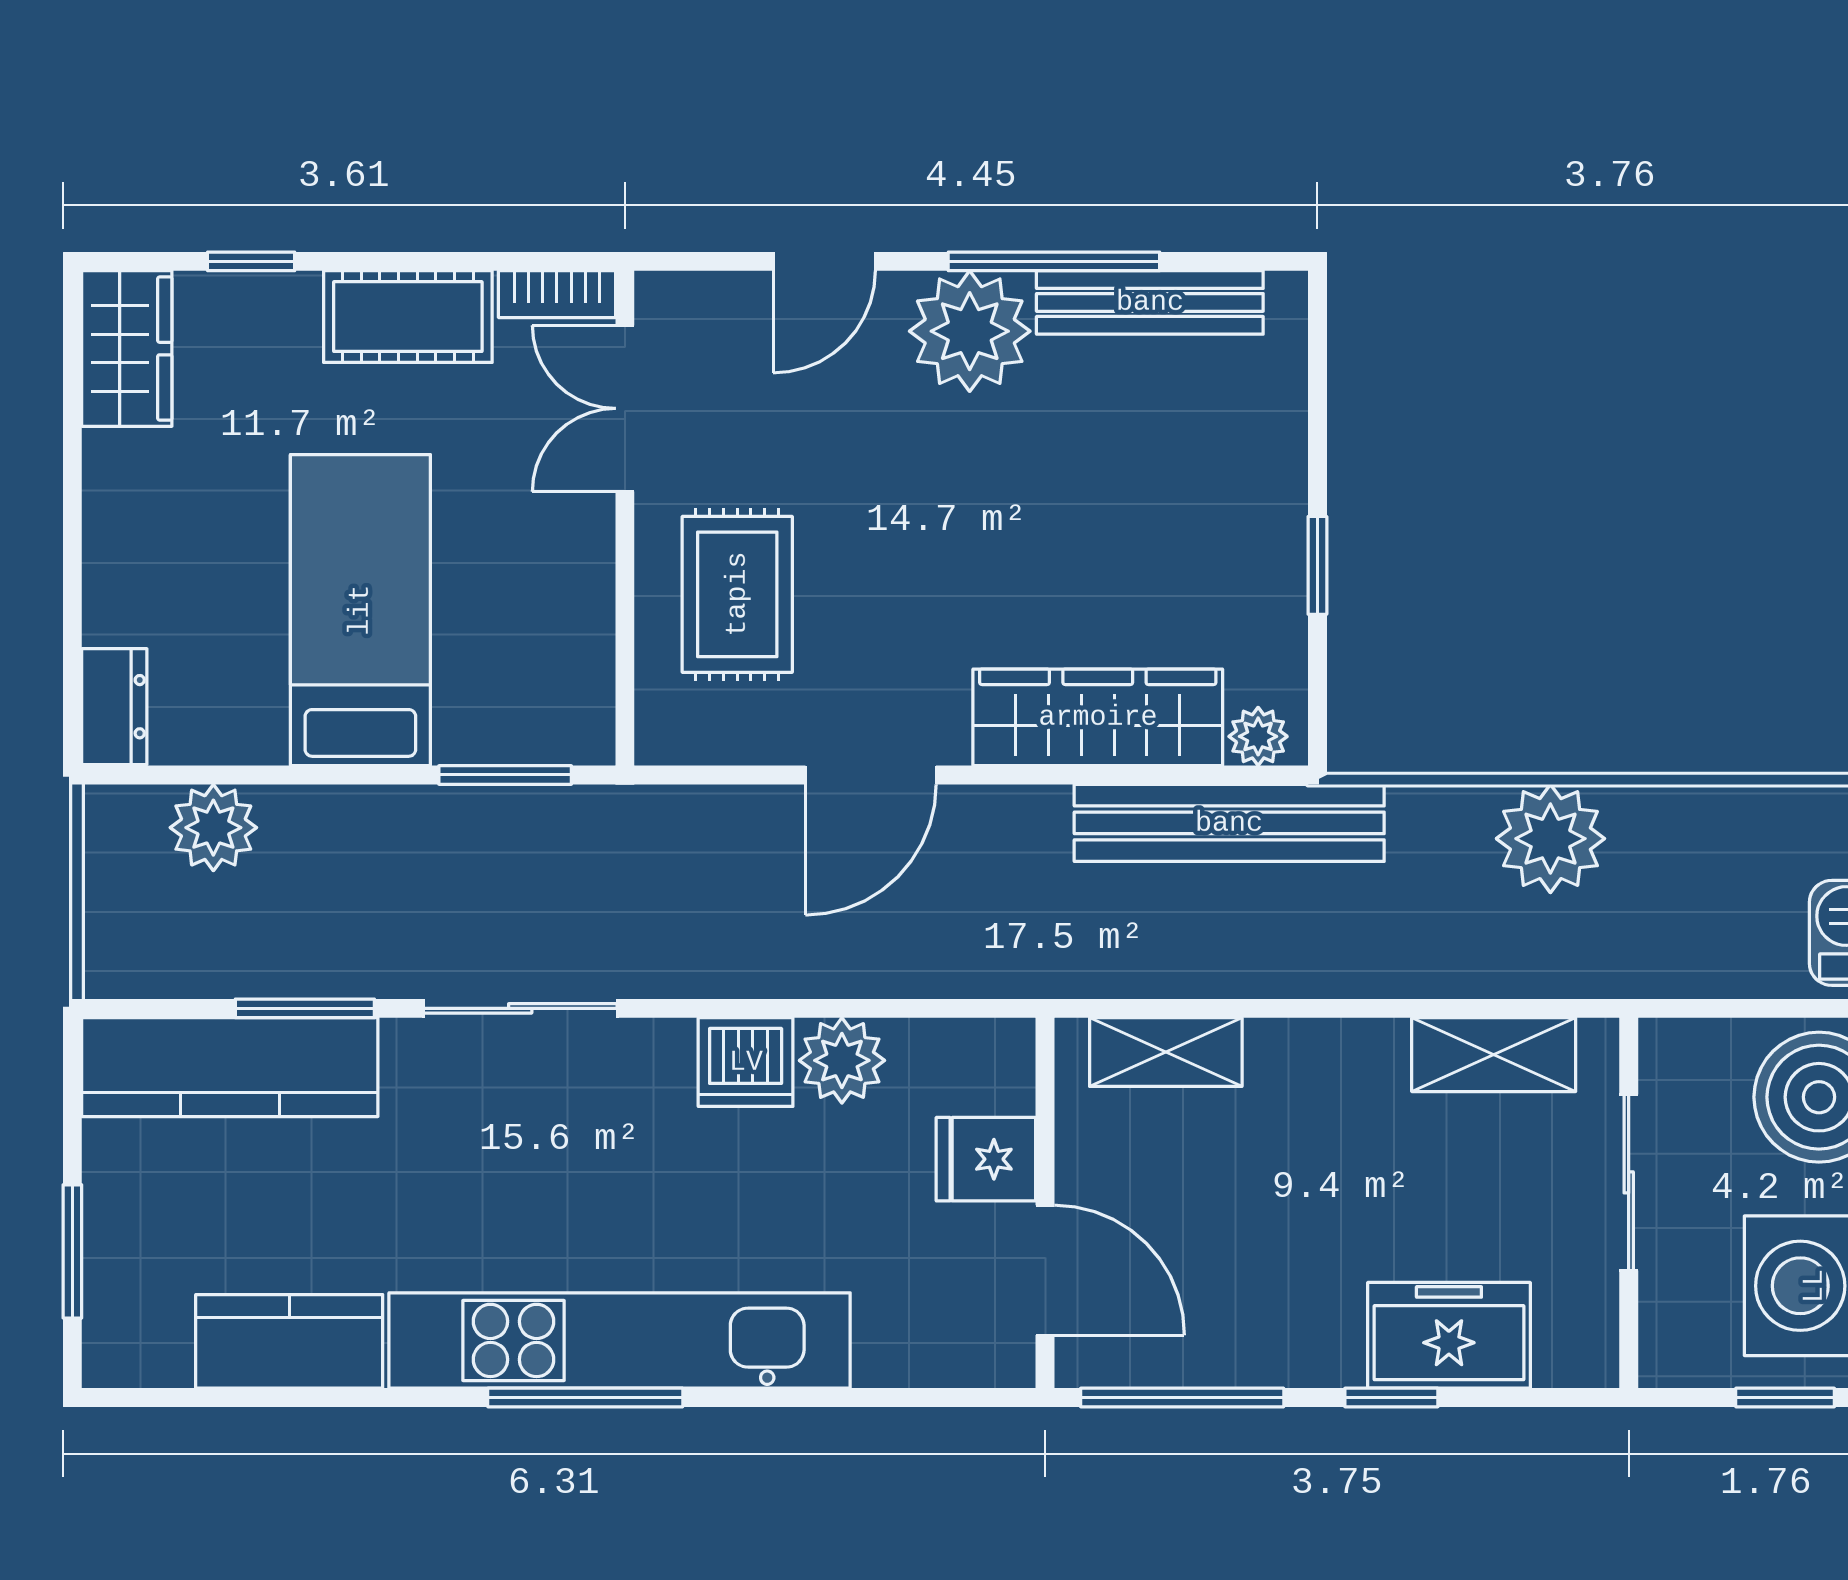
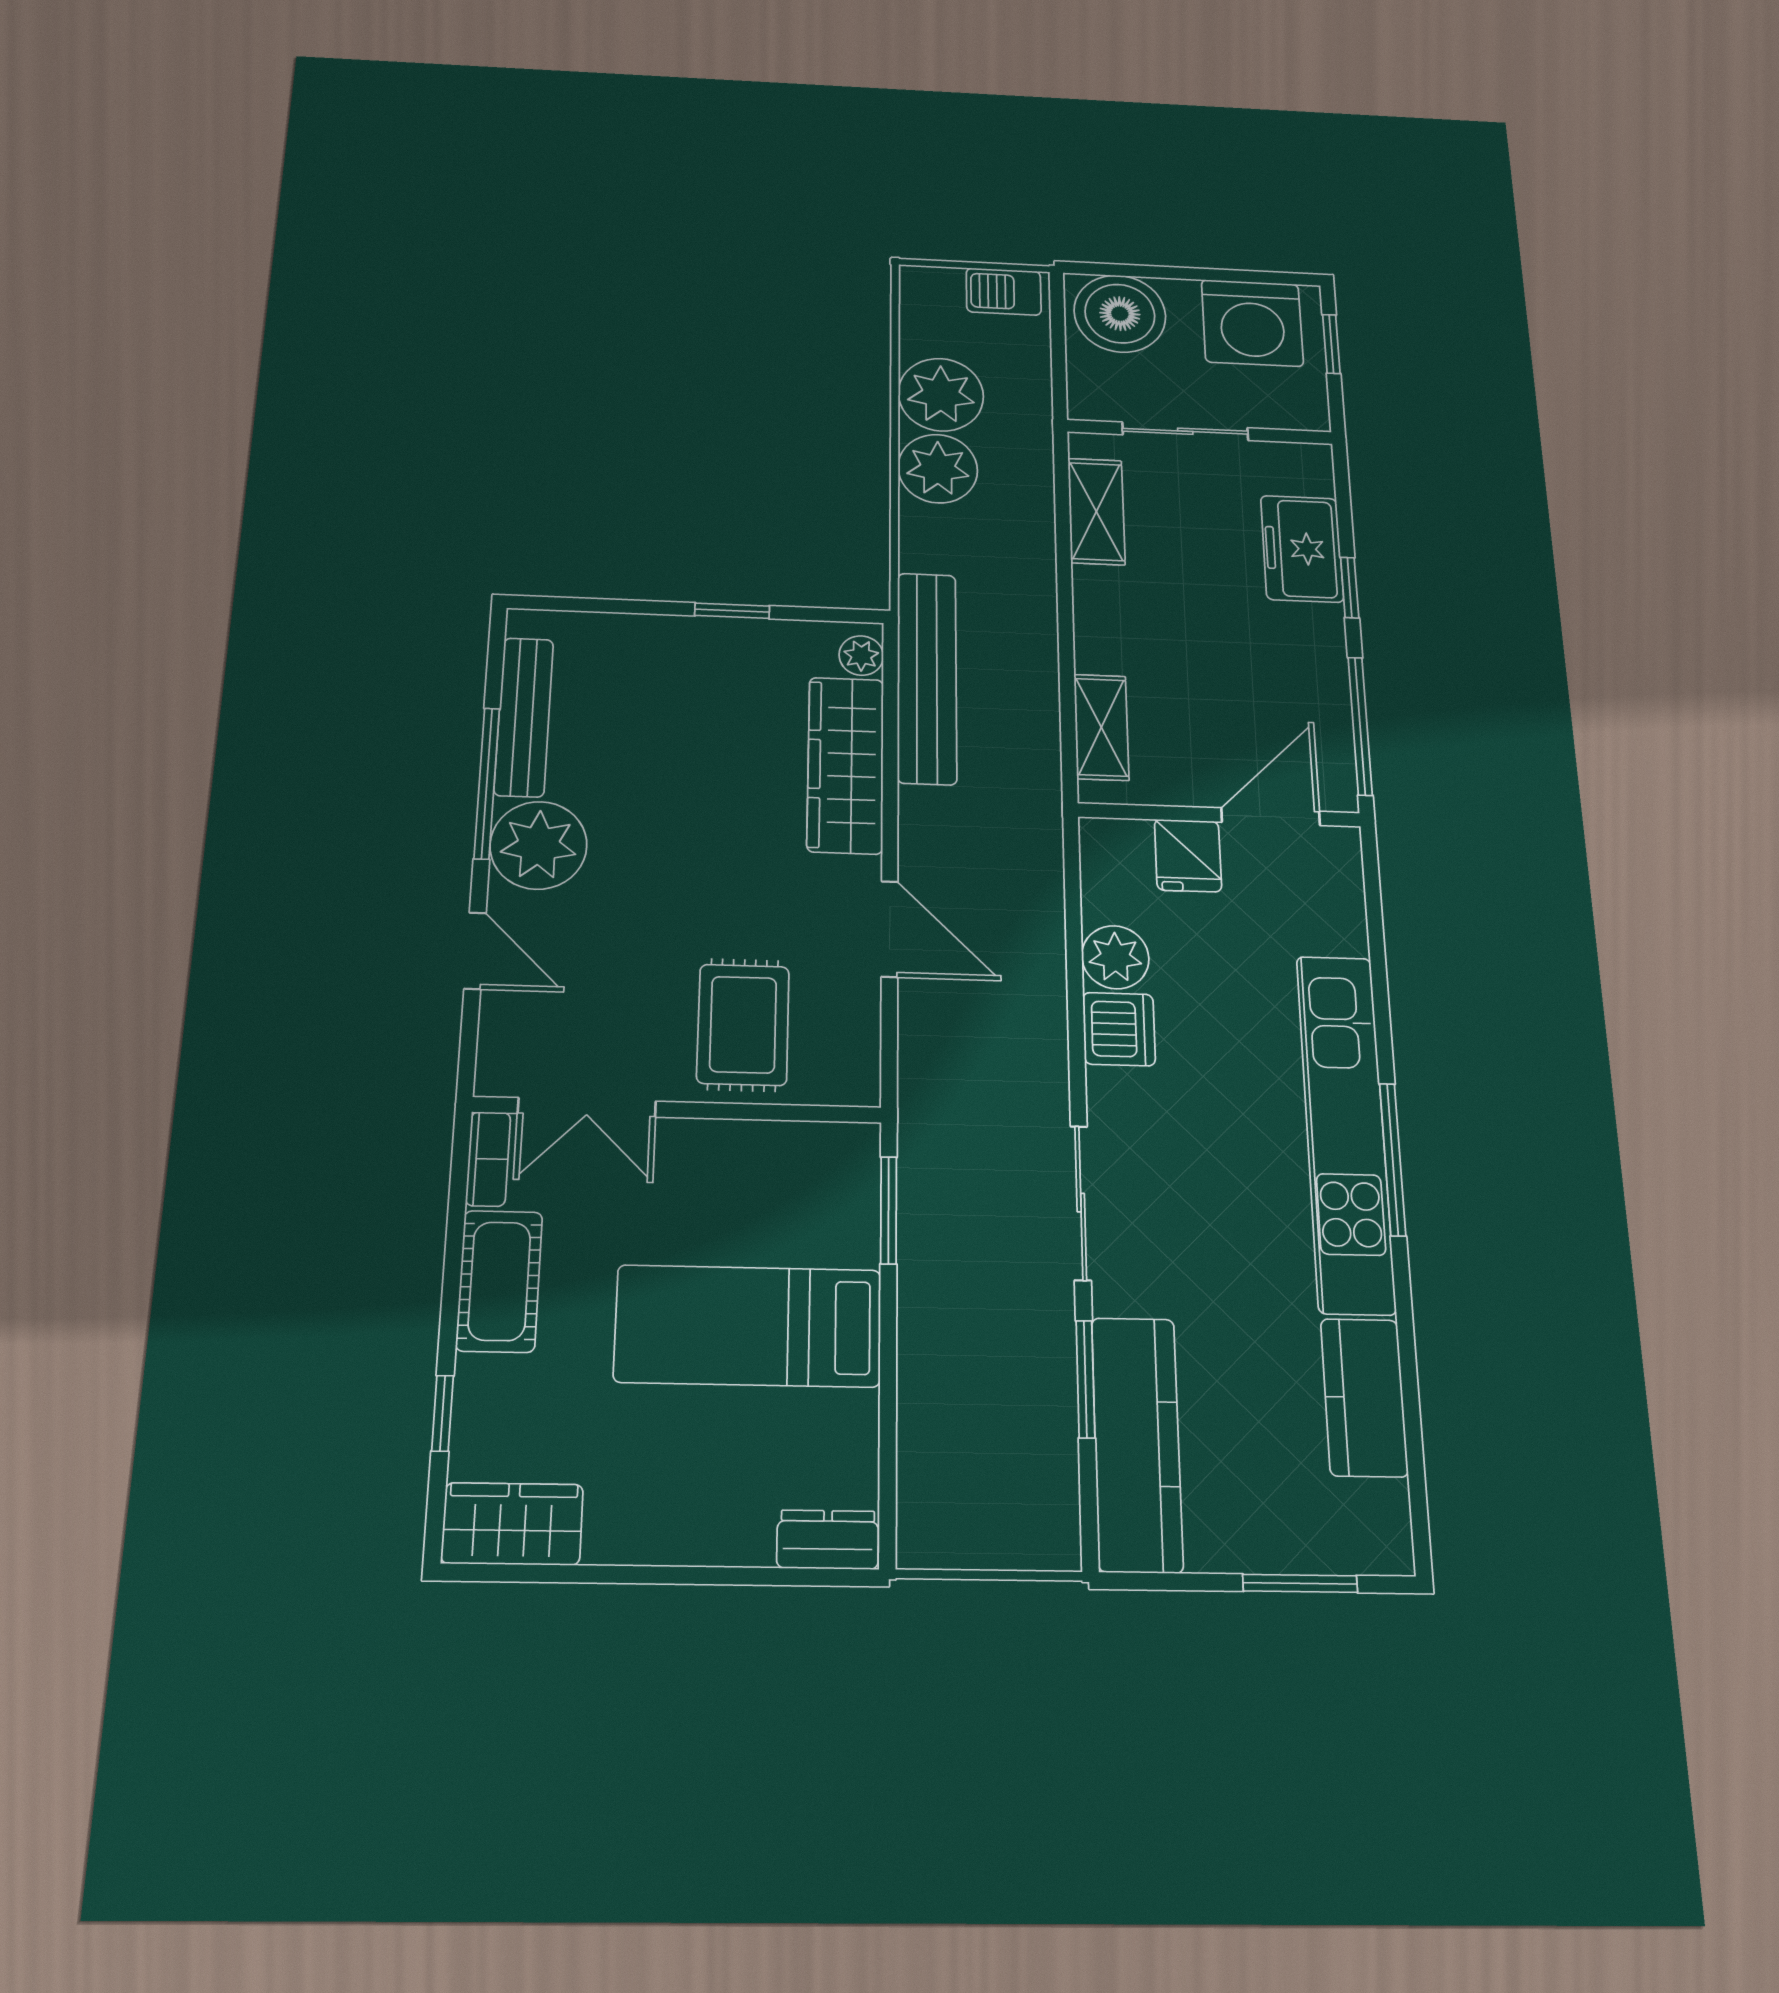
rug: (737, 594) -> (743, 1025), turned 90
plant: (213, 828) -> (941, 395), moved, width x1.36, depth x1.36

